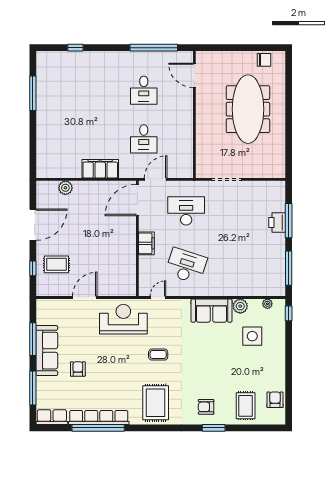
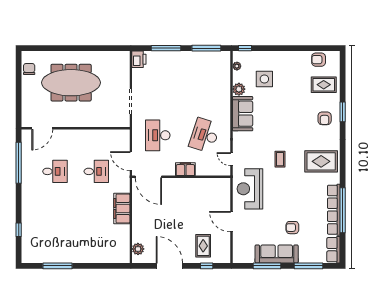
plant: (65, 188) -> (138, 249), moved
printer: (277, 223) -> (139, 59), moved, turned -90

